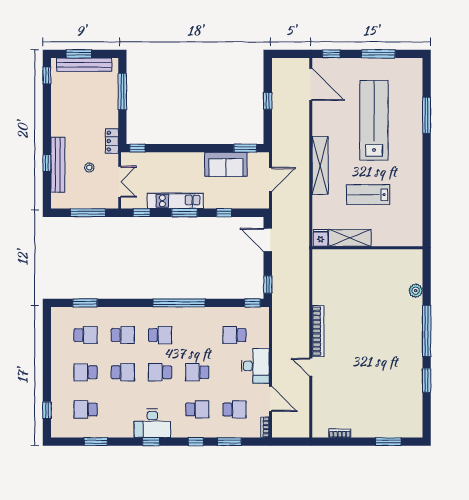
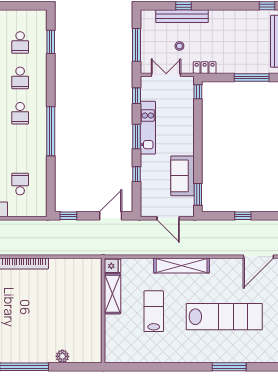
double door: (120, 182) -> (166, 75), swing flipped
window: (252, 303) -> (51, 201), removed

